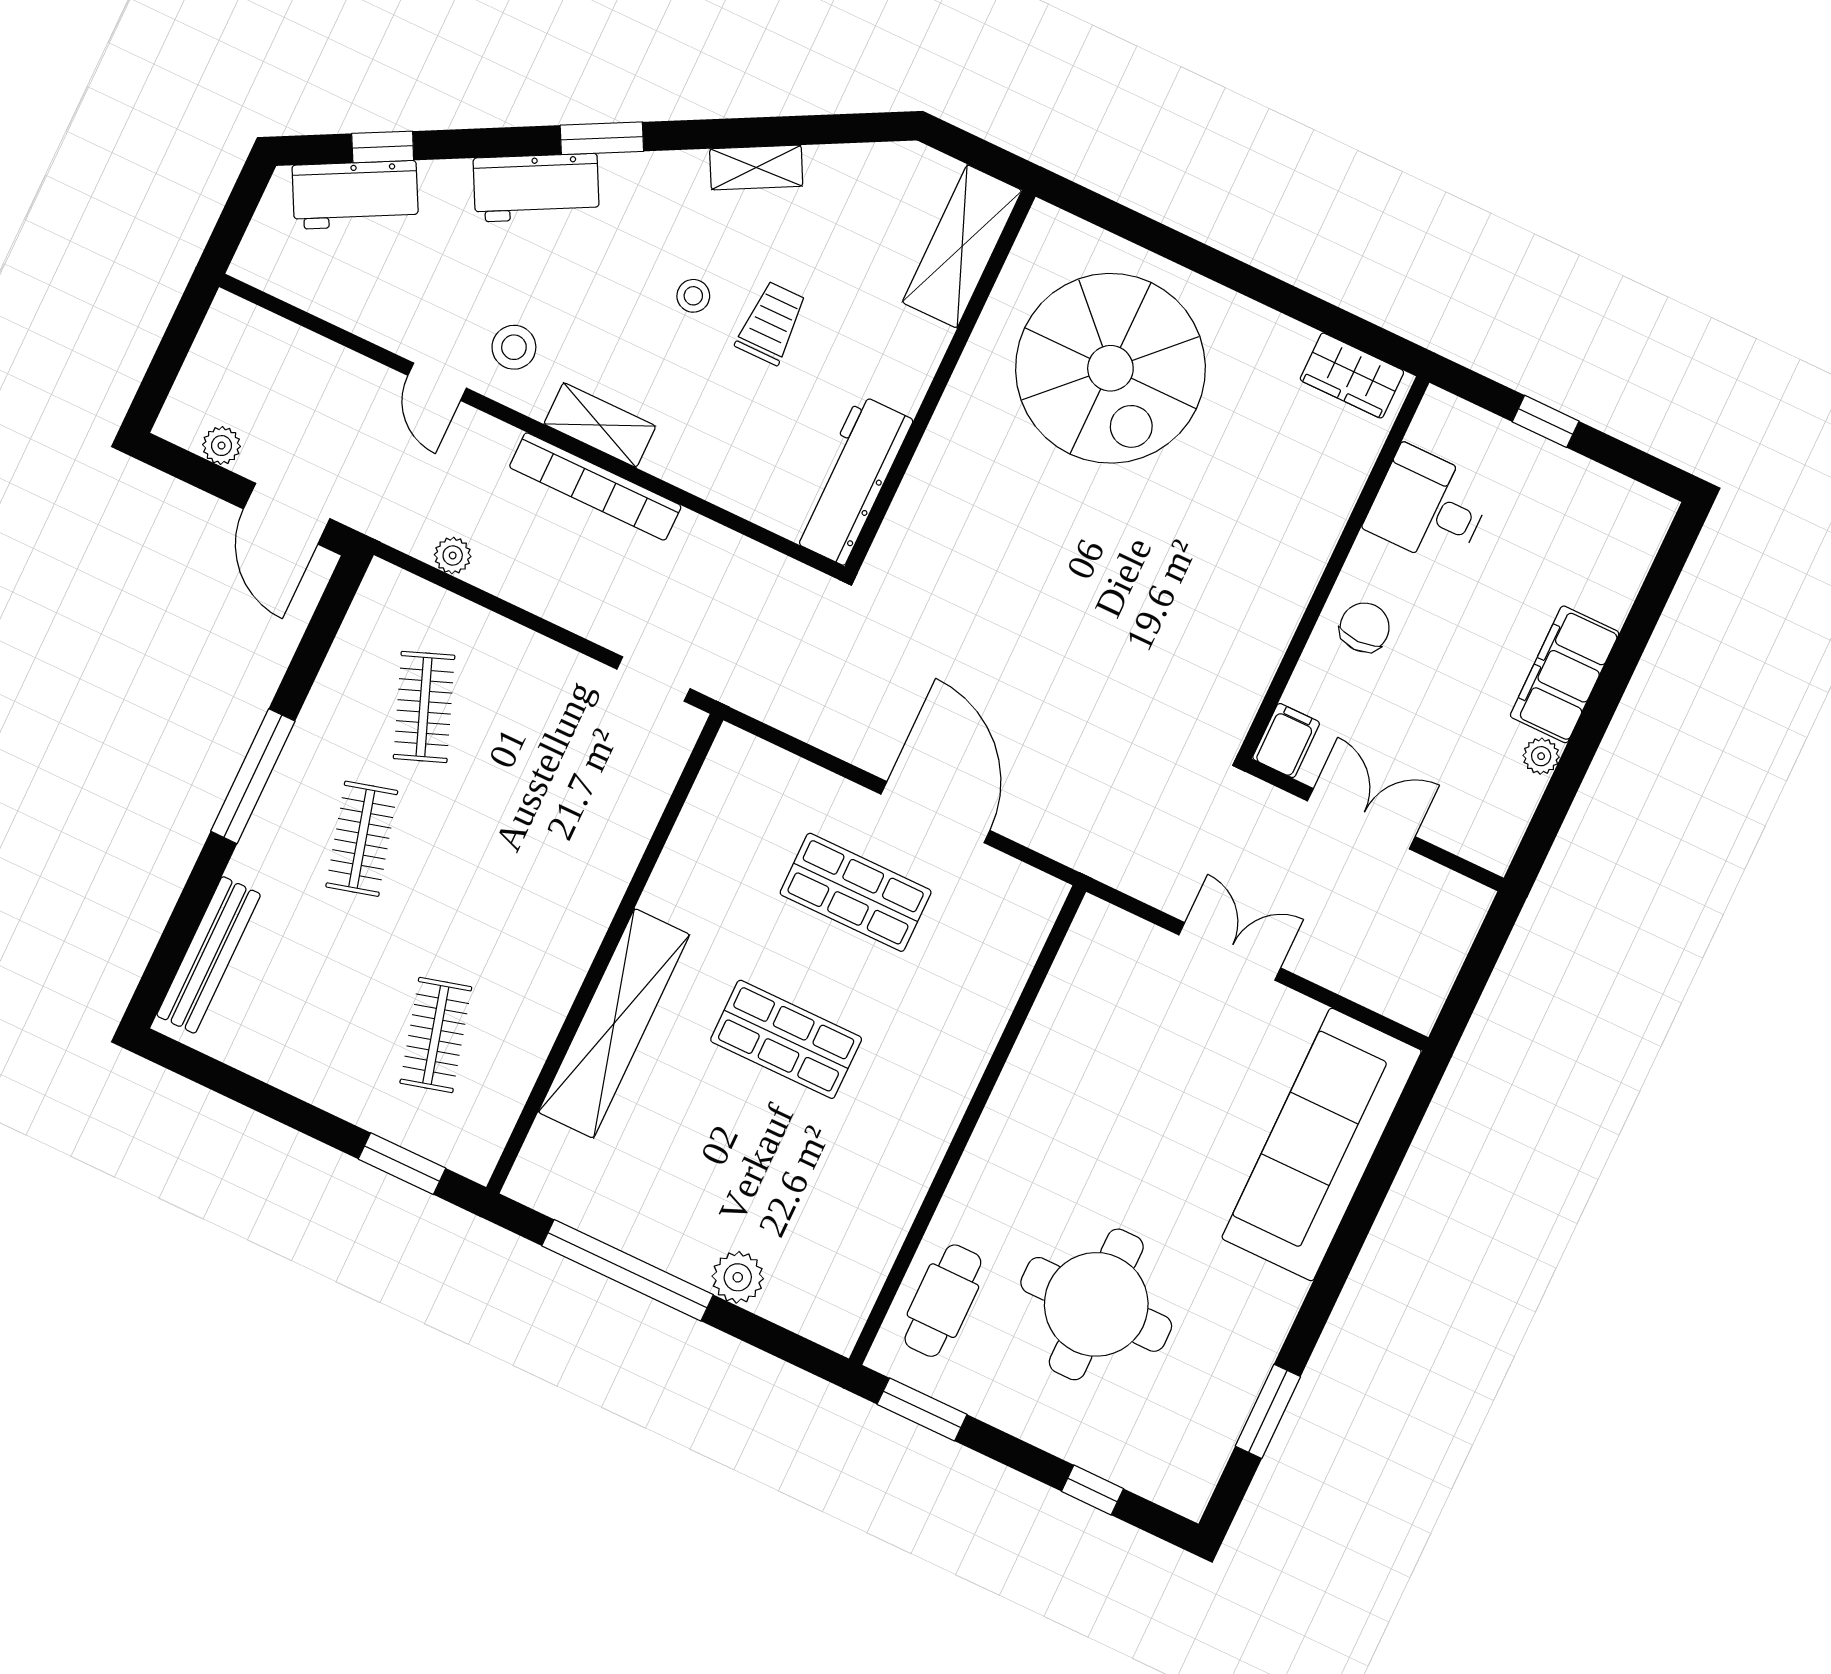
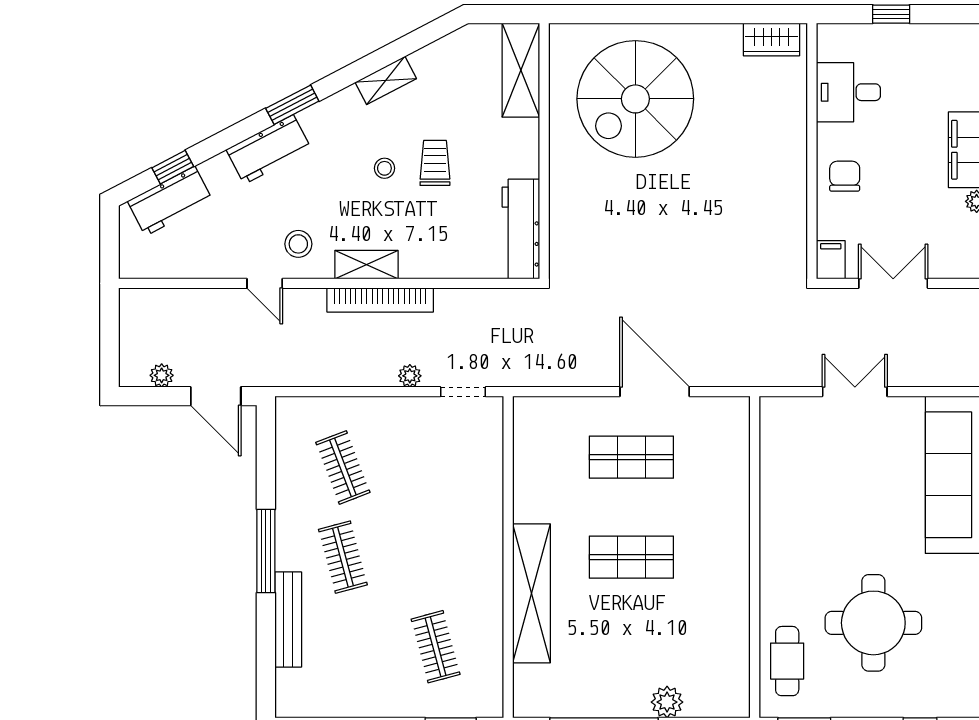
spiral stairs: (1110, 368) -> (635, 99), turned 90
plant: (453, 555) -> (410, 376), moved
bench: (209, 955) -> (288, 620), moved

